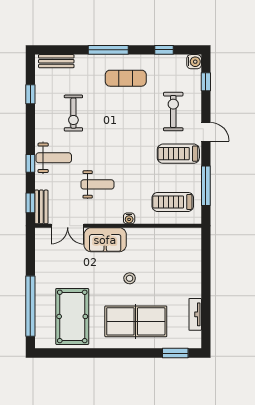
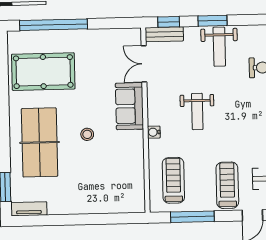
window: (30, 163) -> (212, 21), width x1.50
weight bench: (97, 184) -> (197, 111), moved
tv unit: (195, 314) -> (29, 209), moved

